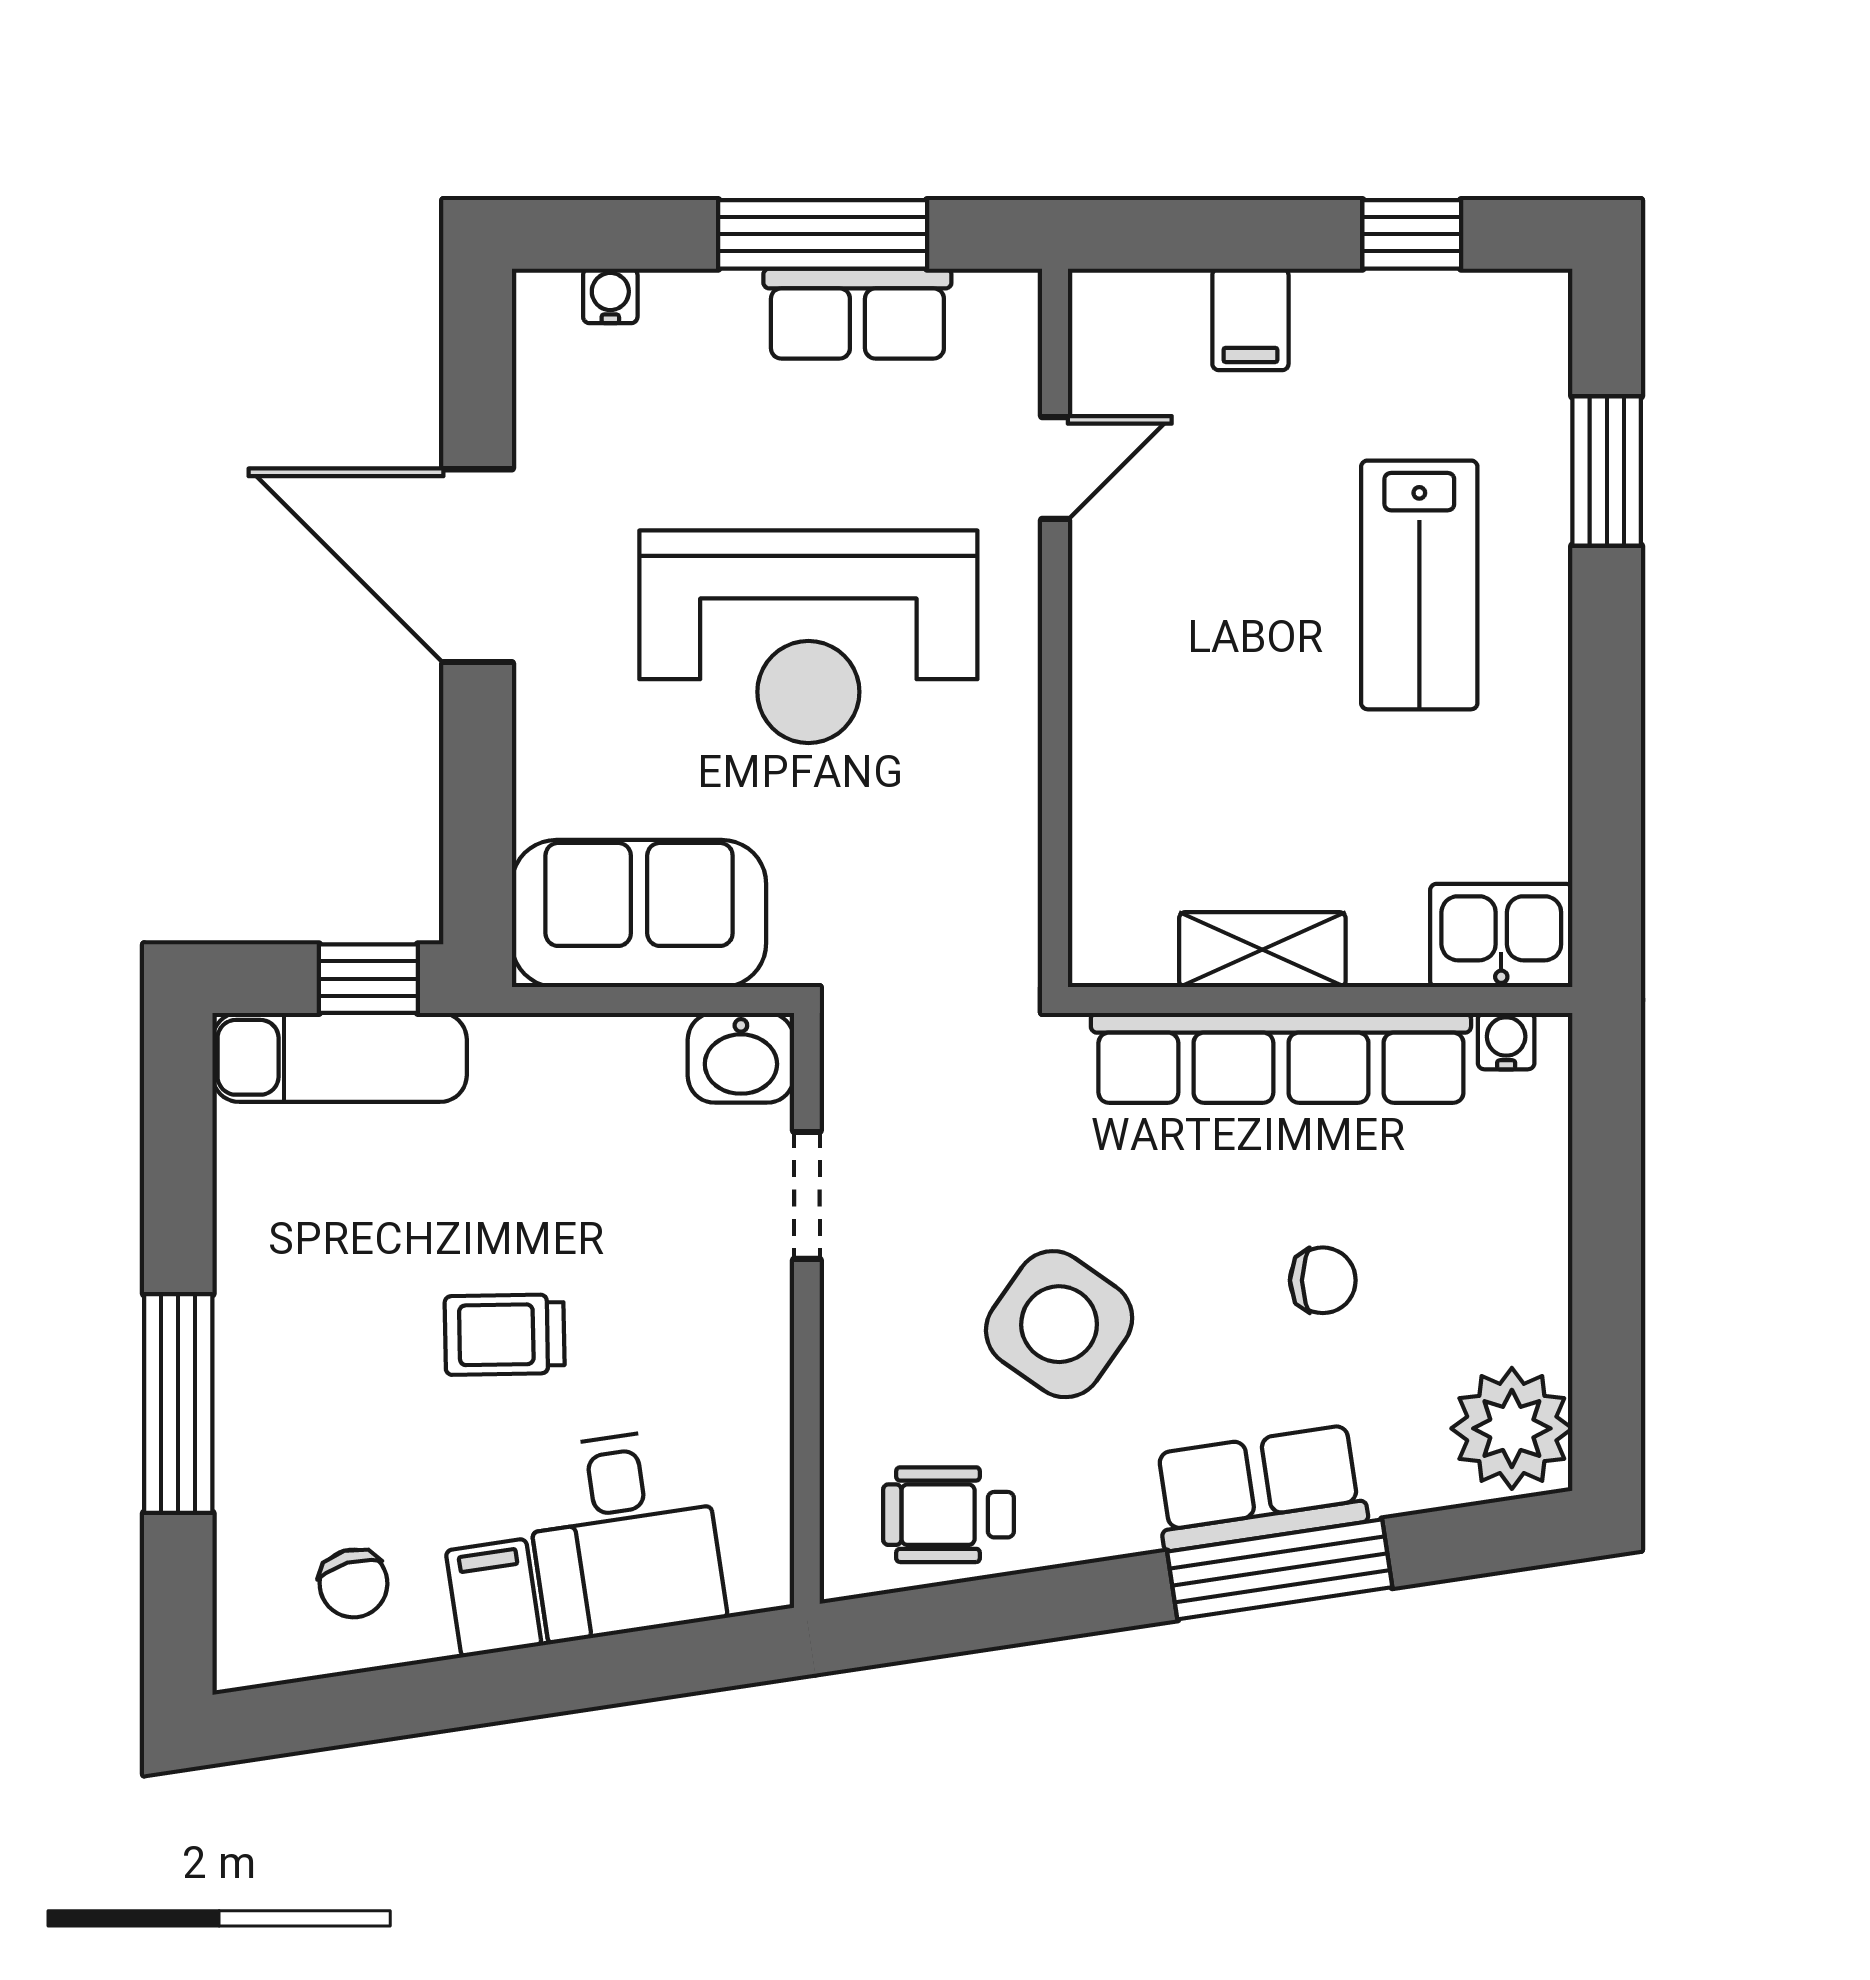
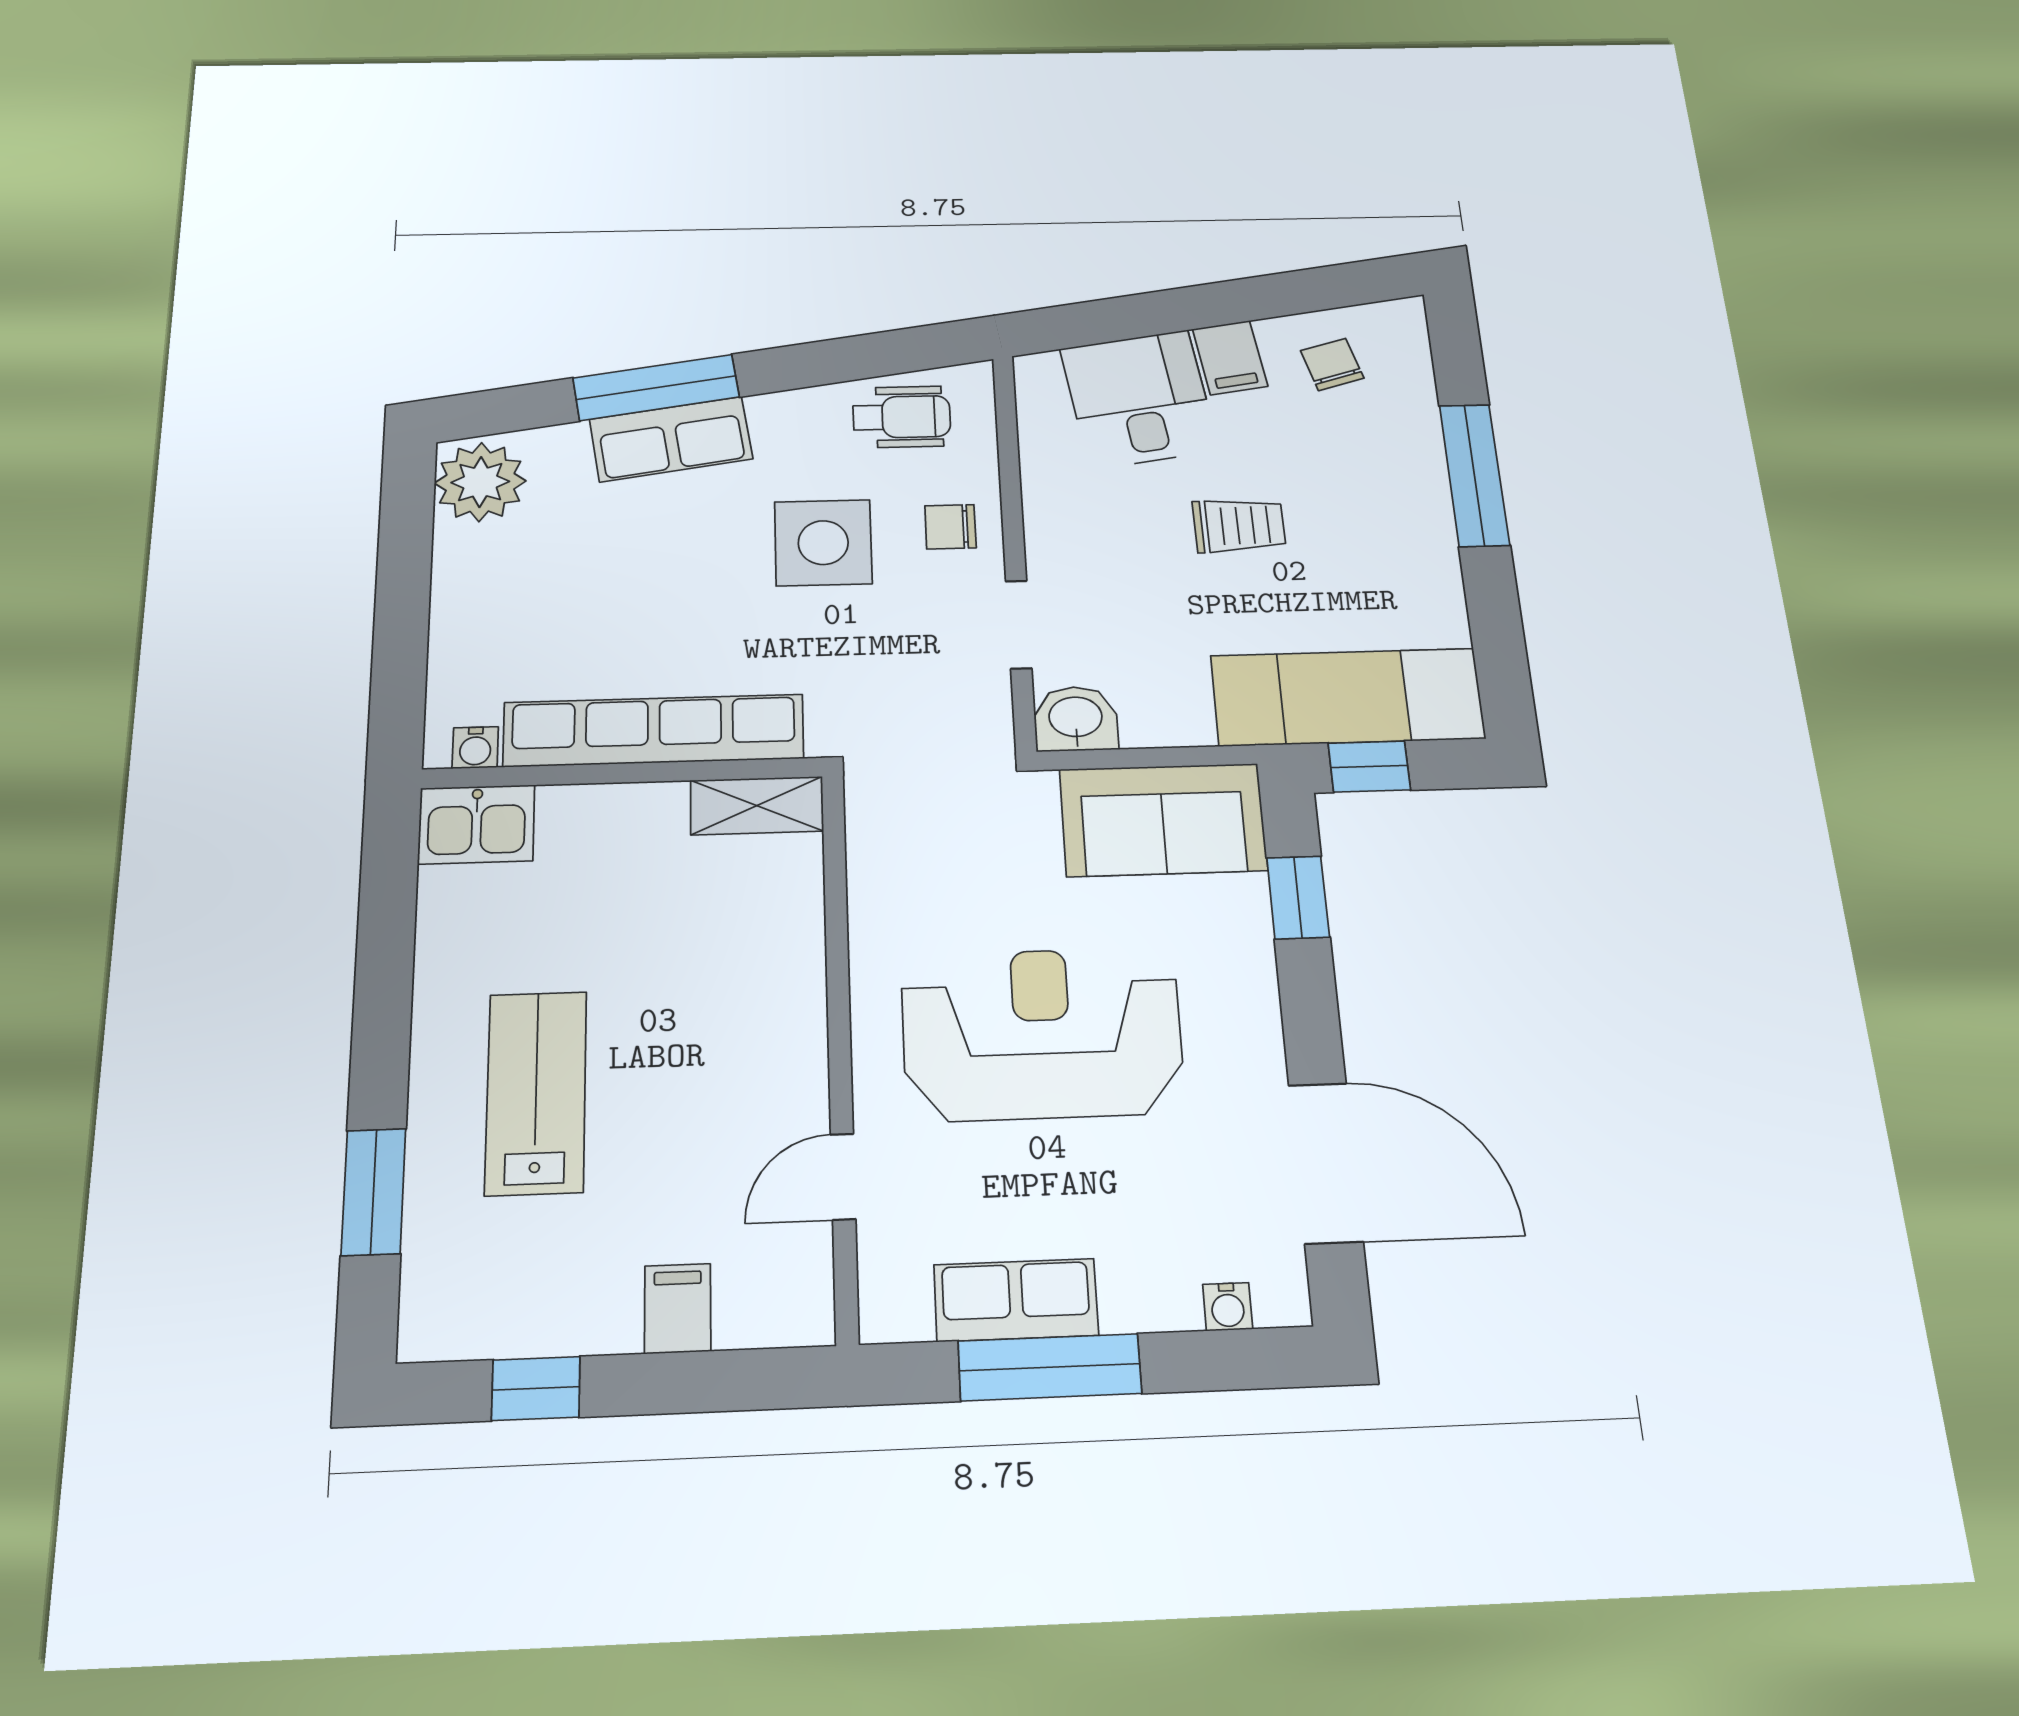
door: (478, 566) -> (1326, 1163), moved
window: (478, 803) -> (1298, 897), added
shelving: (1262, 950) -> (757, 806), moved
exam couch: (340, 1057) -> (1348, 697), width x1.36, depth x1.45
chair: (1323, 1280) -> (950, 527), moved
side table: (1059, 1324) -> (823, 543), turned -35

